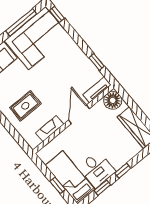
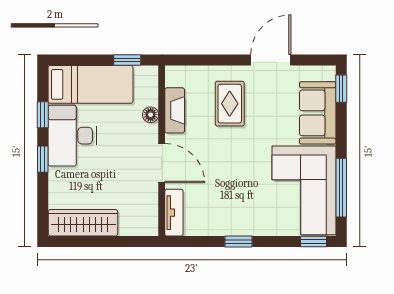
window: (97, 62) -> (239, 242), moved
floor lamp: (113, 100) -> (151, 115), moved, width x0.53, depth x0.53
desk: (97, 169) -> (72, 136), width x1.37
window: (58, 185) -> (127, 60), moved

